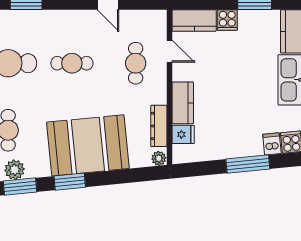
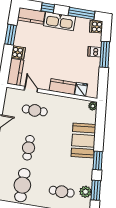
door: (170, 51) -> (31, 89), hinge flipped
dresser: (159, 126) -> (74, 103), removed
dishwasher: (272, 144) -> (94, 52), moved
booth: (88, 145) -> (83, 141), width x0.73, depth x0.70

